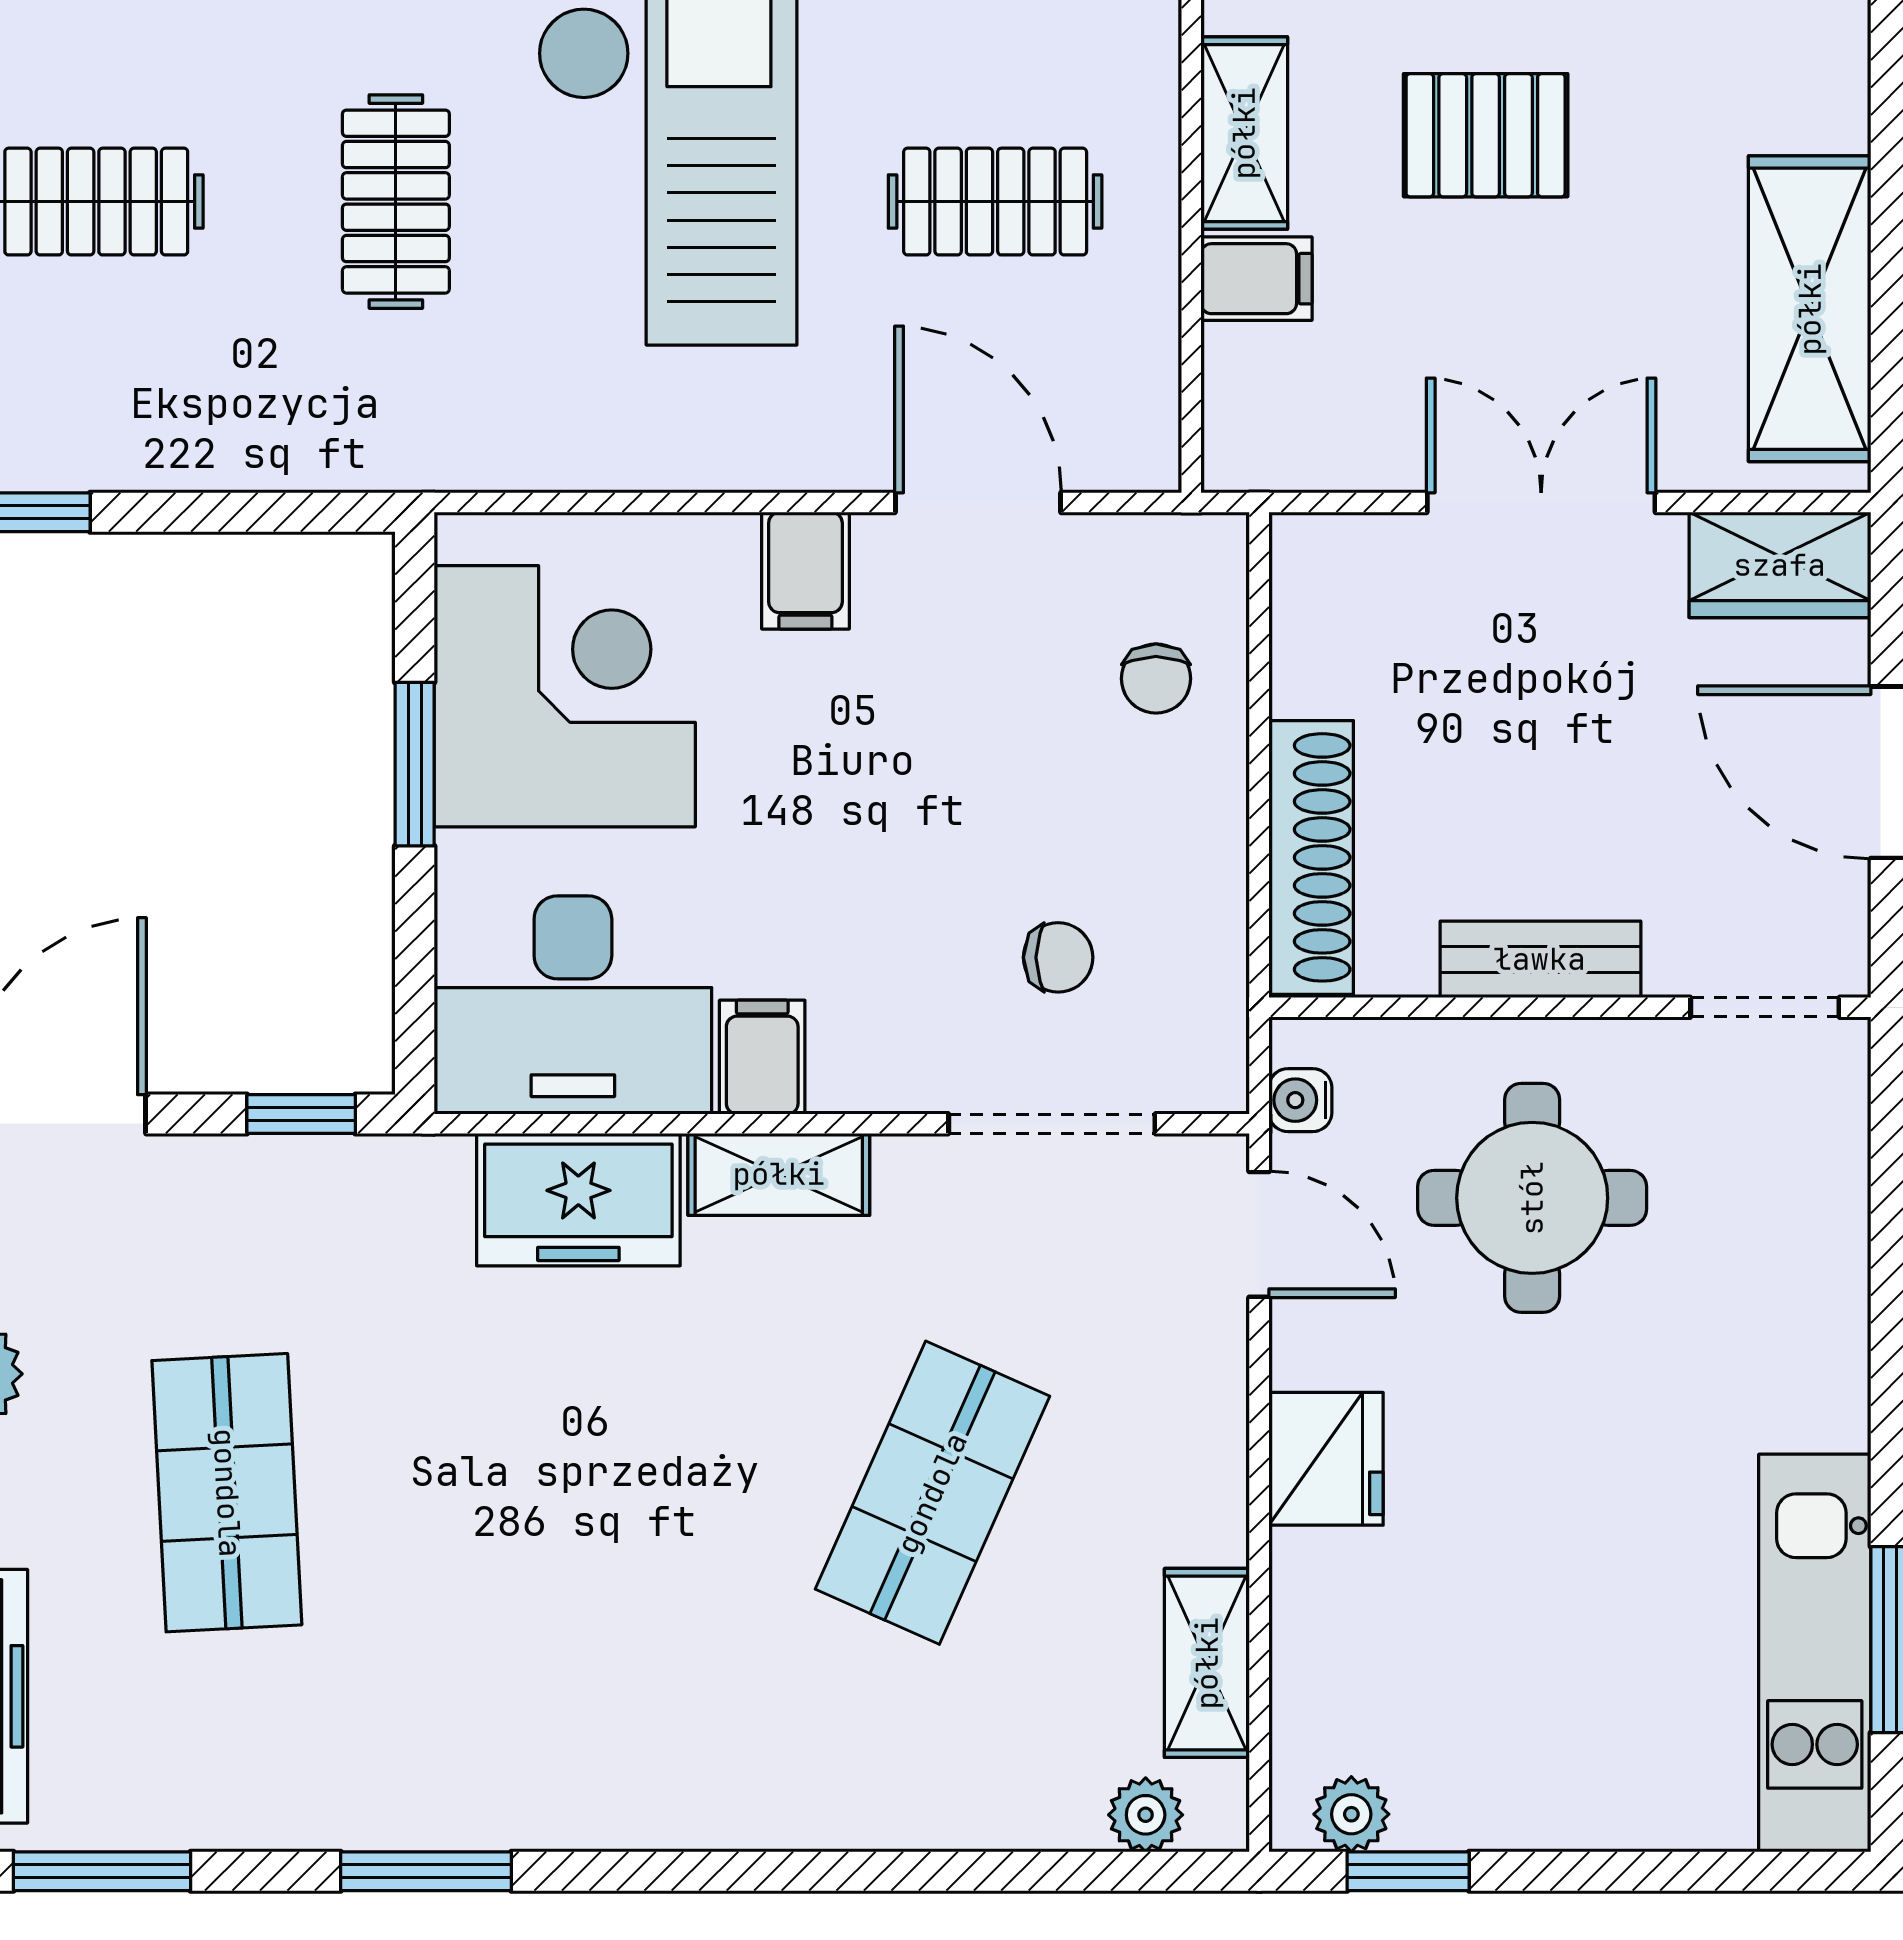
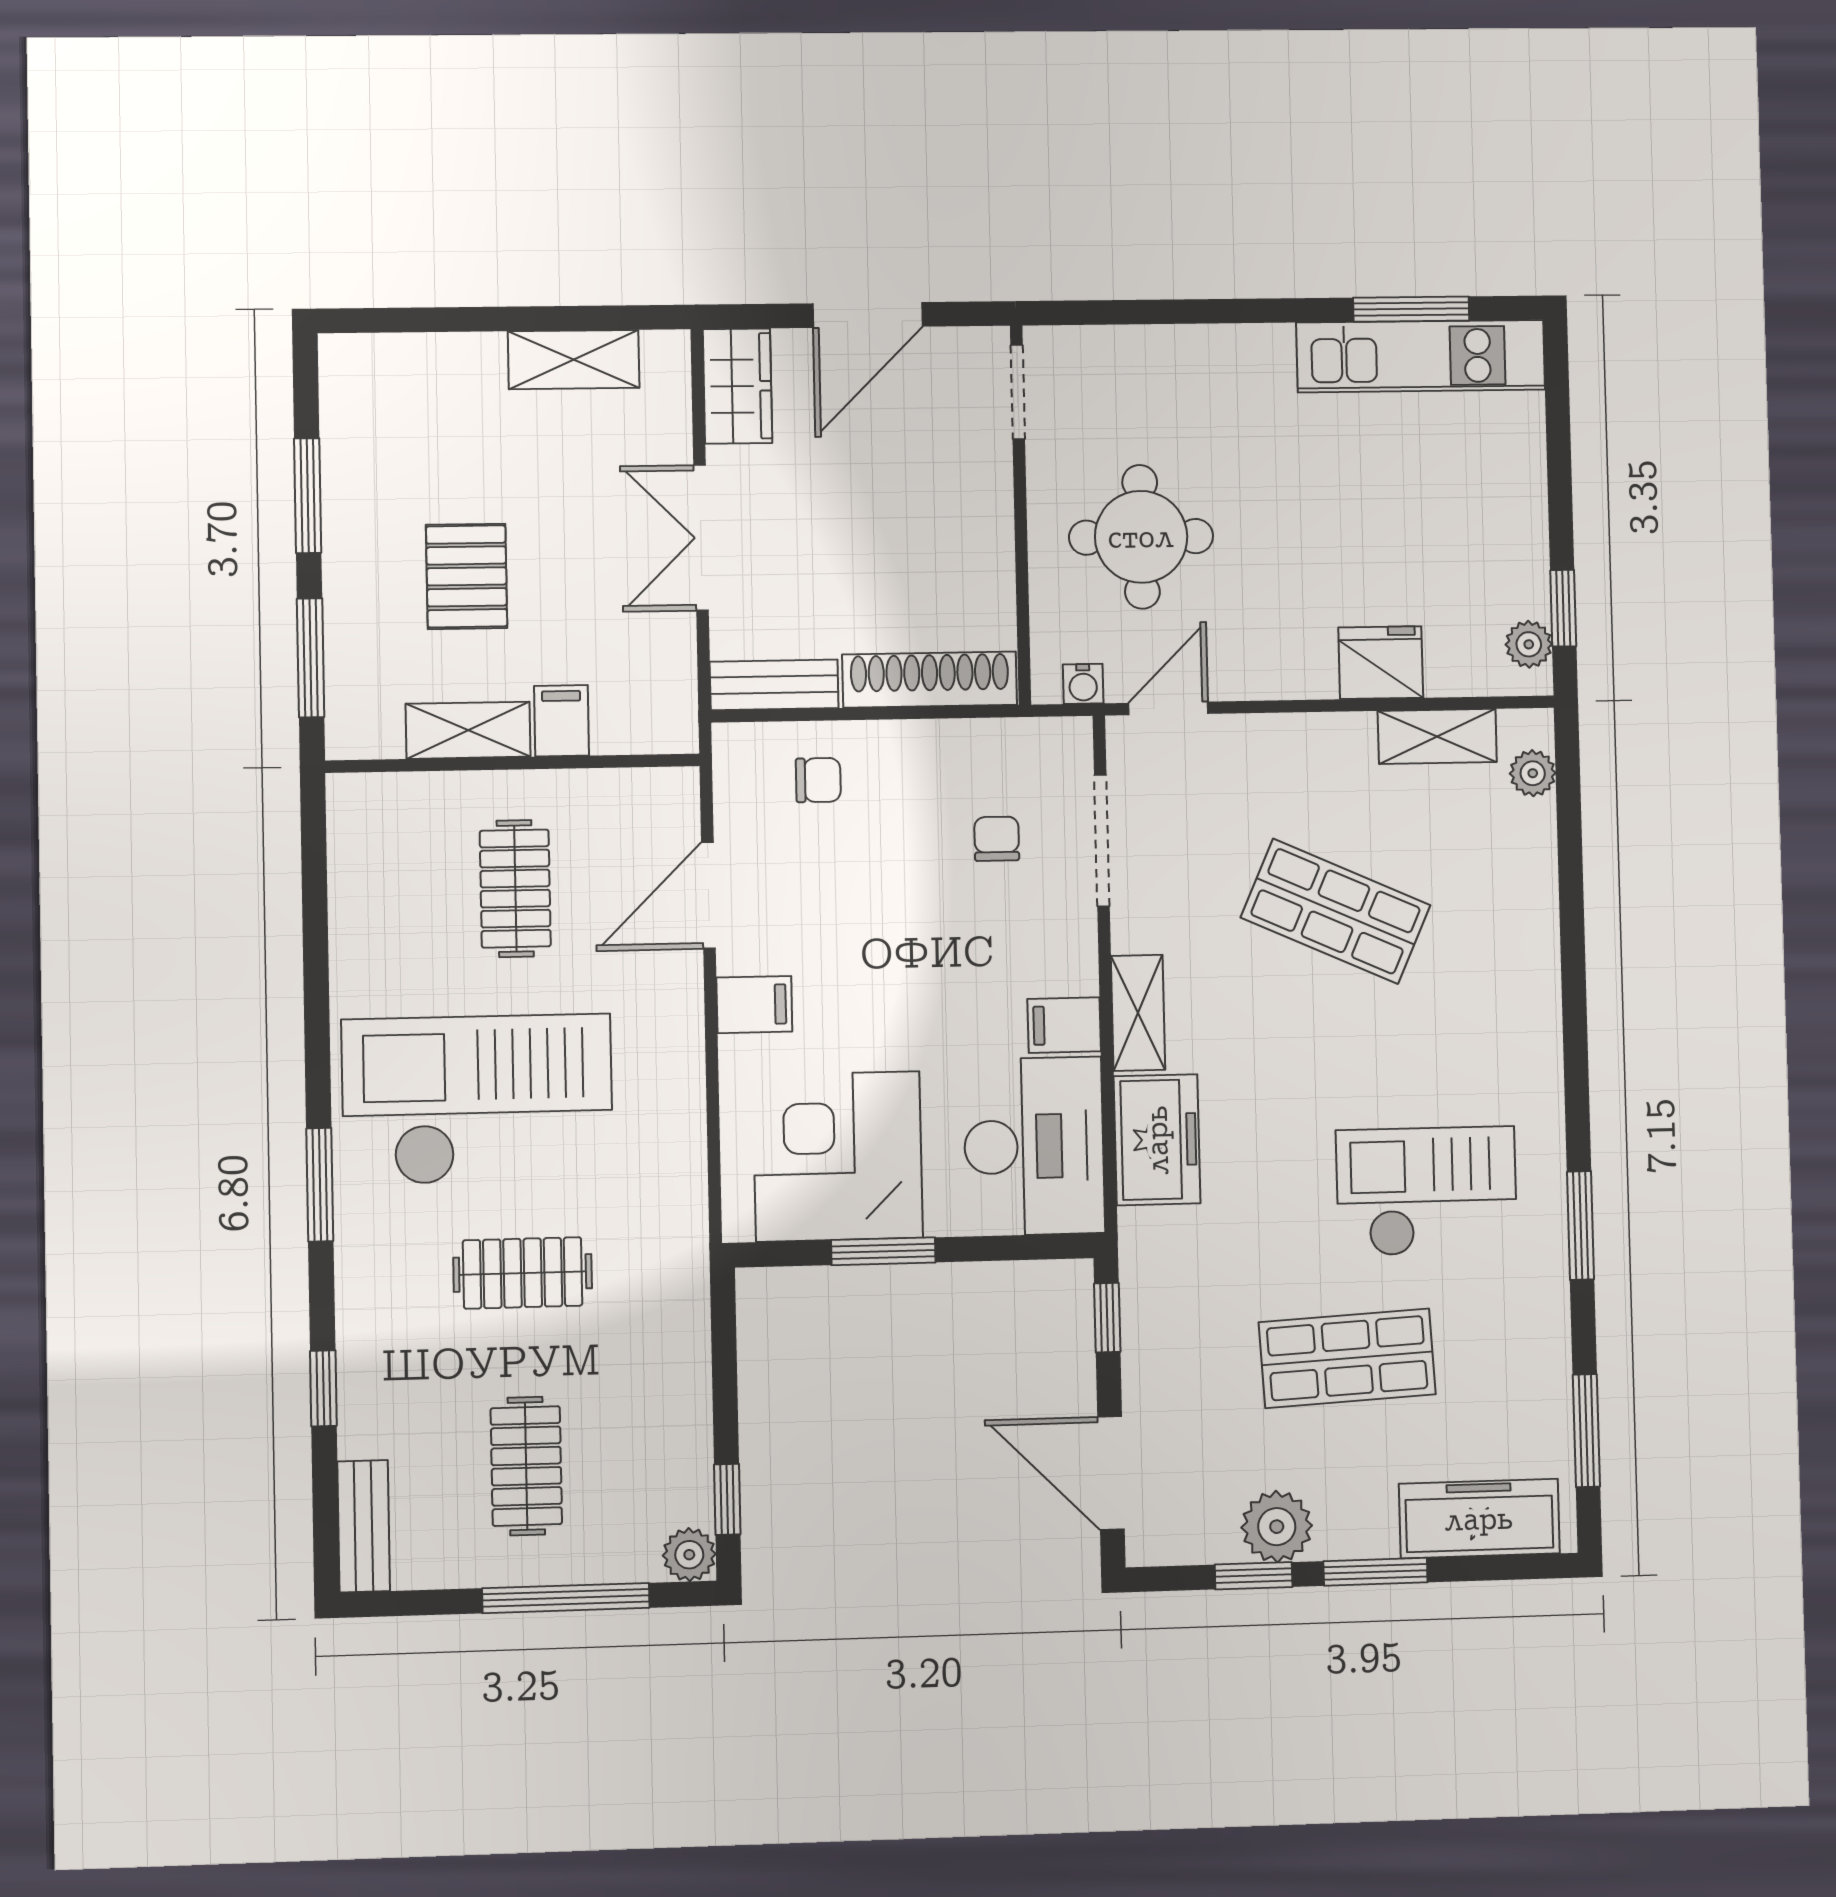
shelving: (1810, 309) -> (574, 360), width x0.67, depth x0.75
bench: (1540, 959) -> (774, 685), moved, turned 90
fridge: (1326, 1459) -> (1381, 663), moved
checkout: (486, 1626) -> (1427, 1191), added

